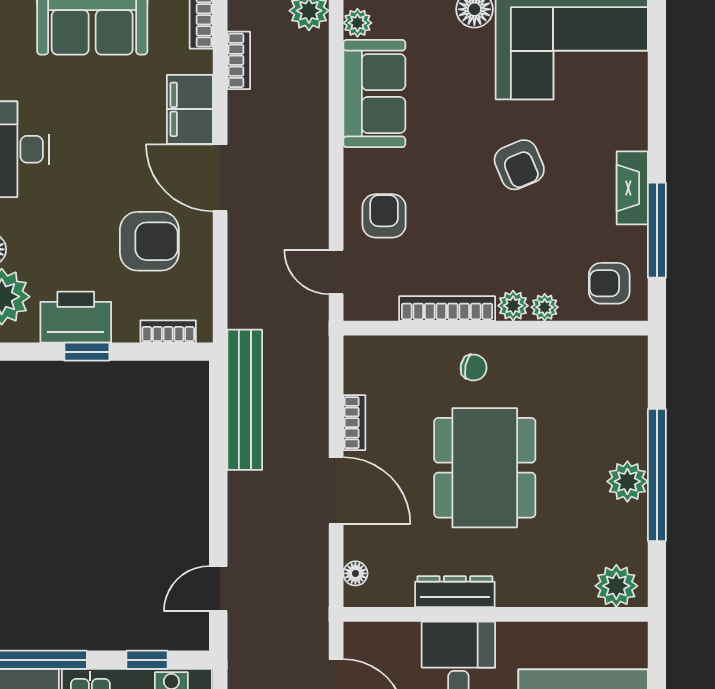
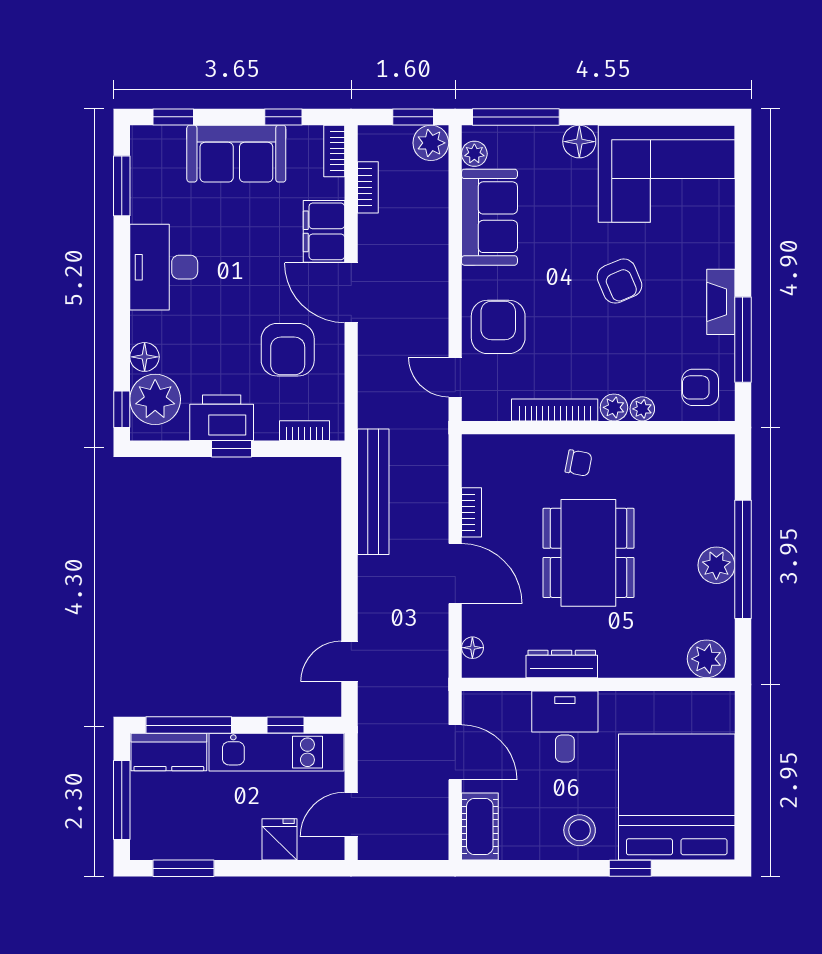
armchair: (384, 216) -> (498, 327), width x1.38, depth x1.38
armchair: (149, 241) -> (288, 350), turned 90

